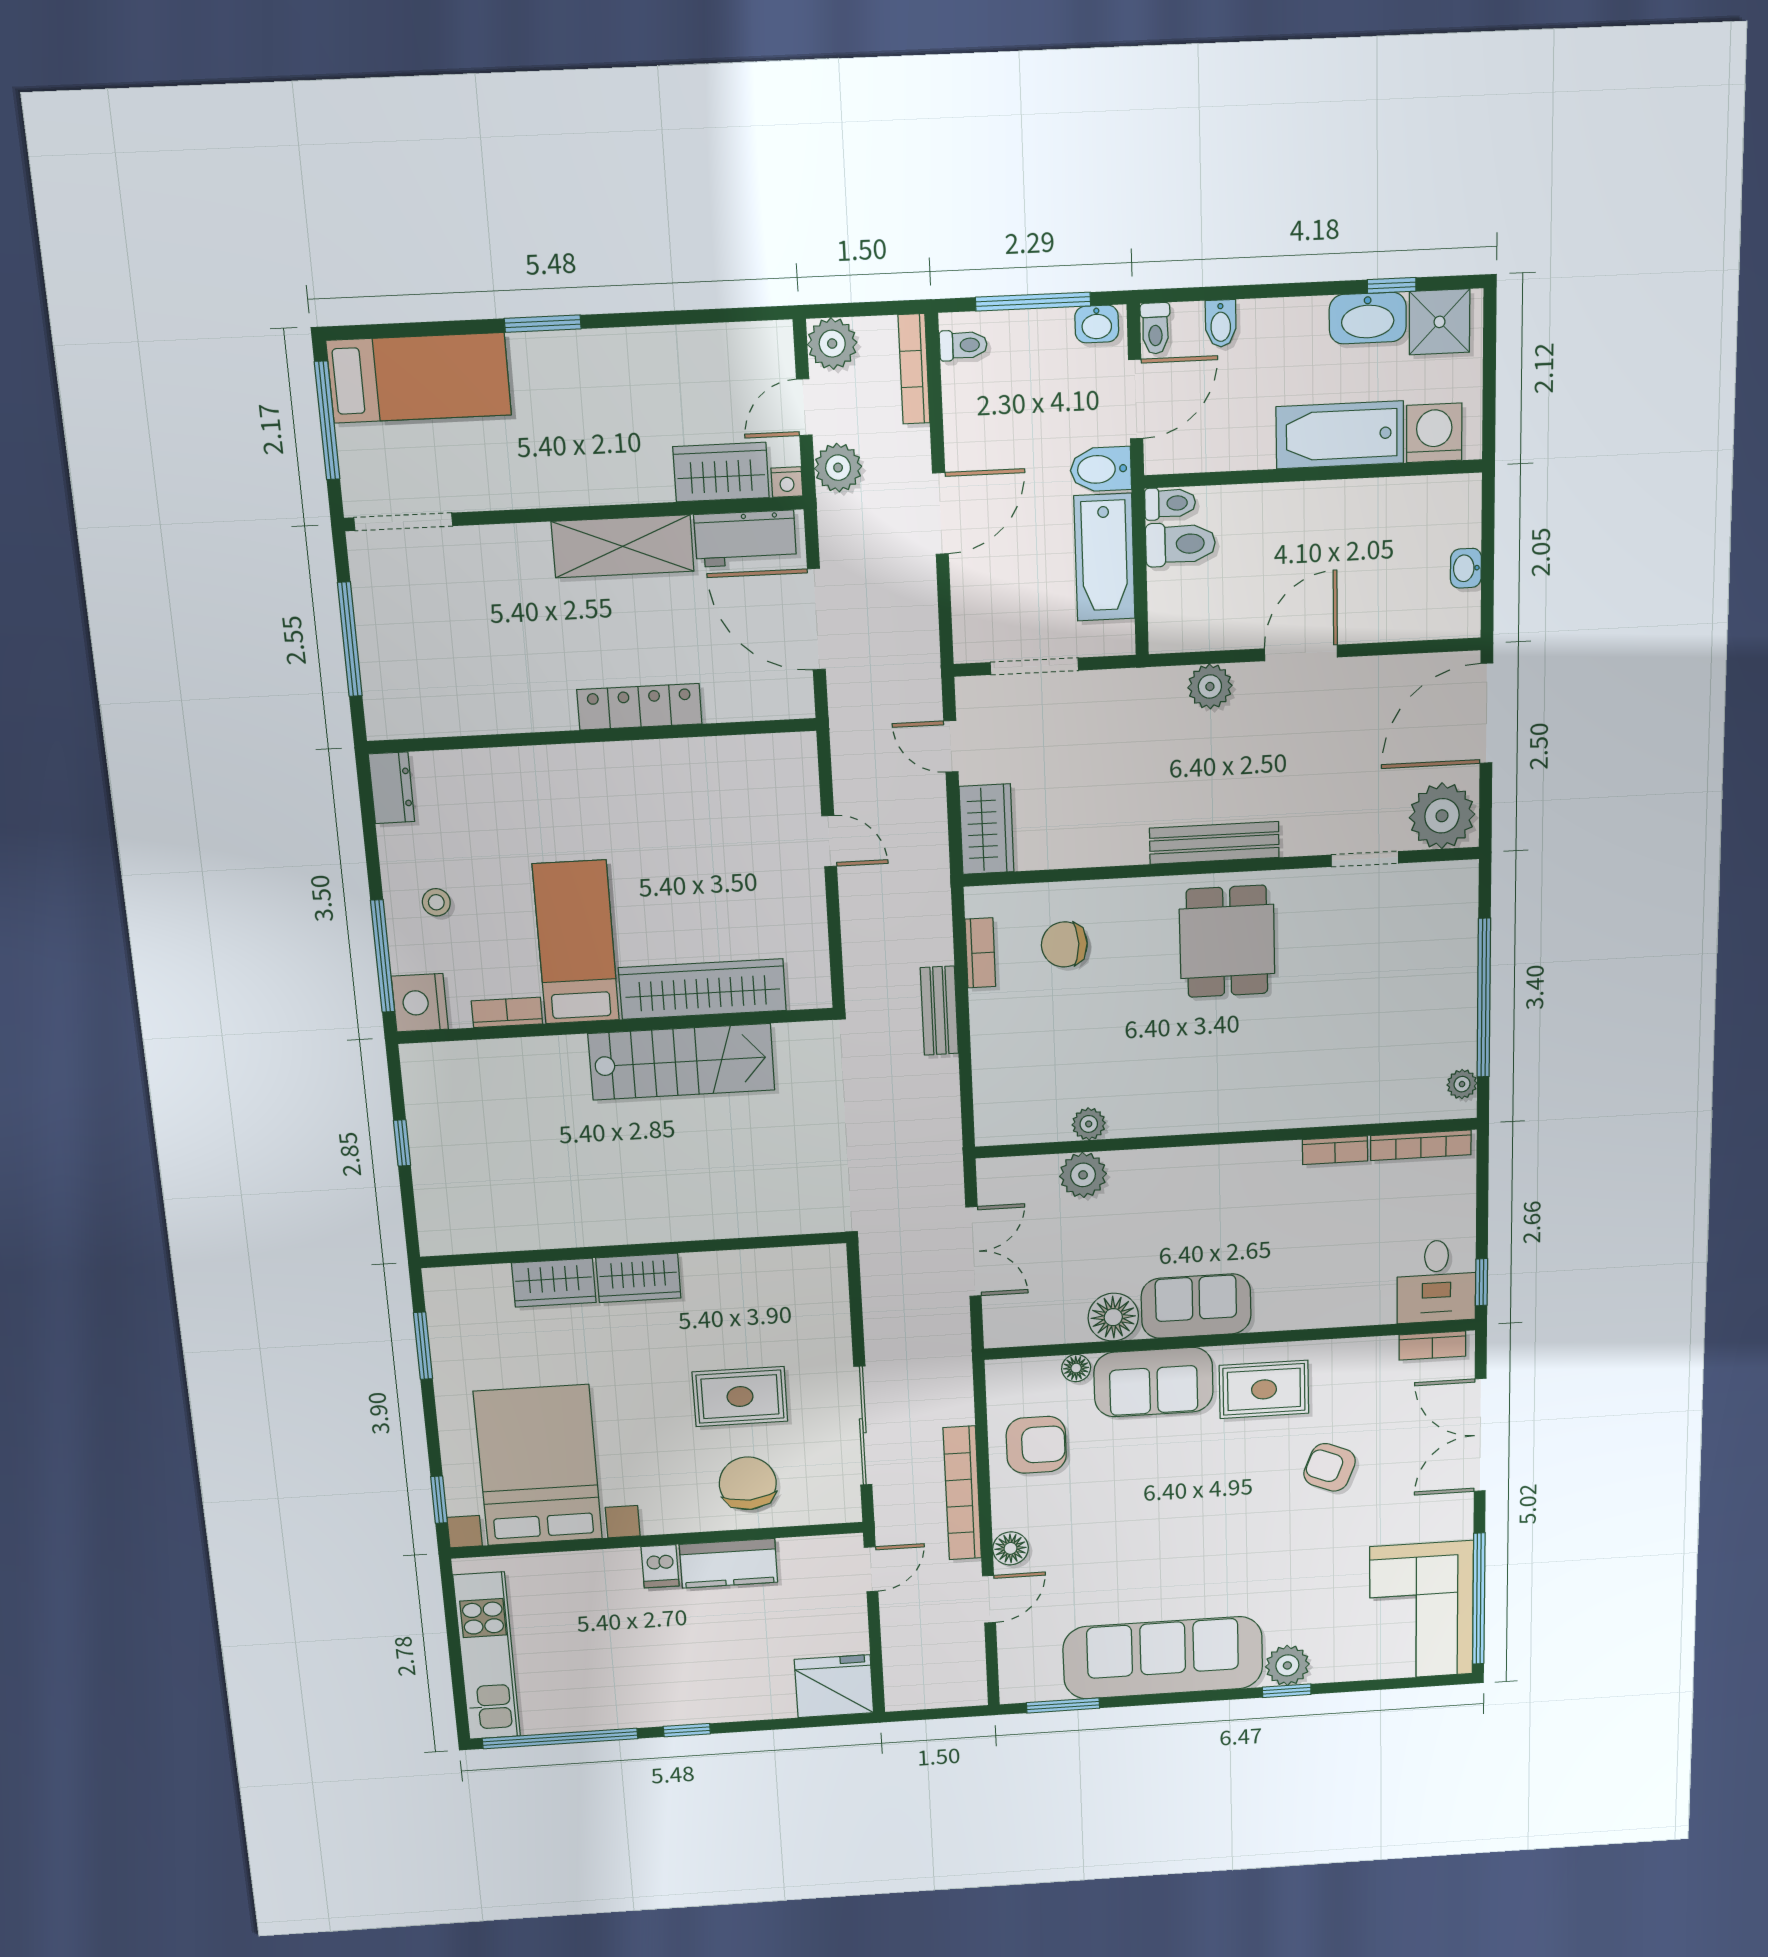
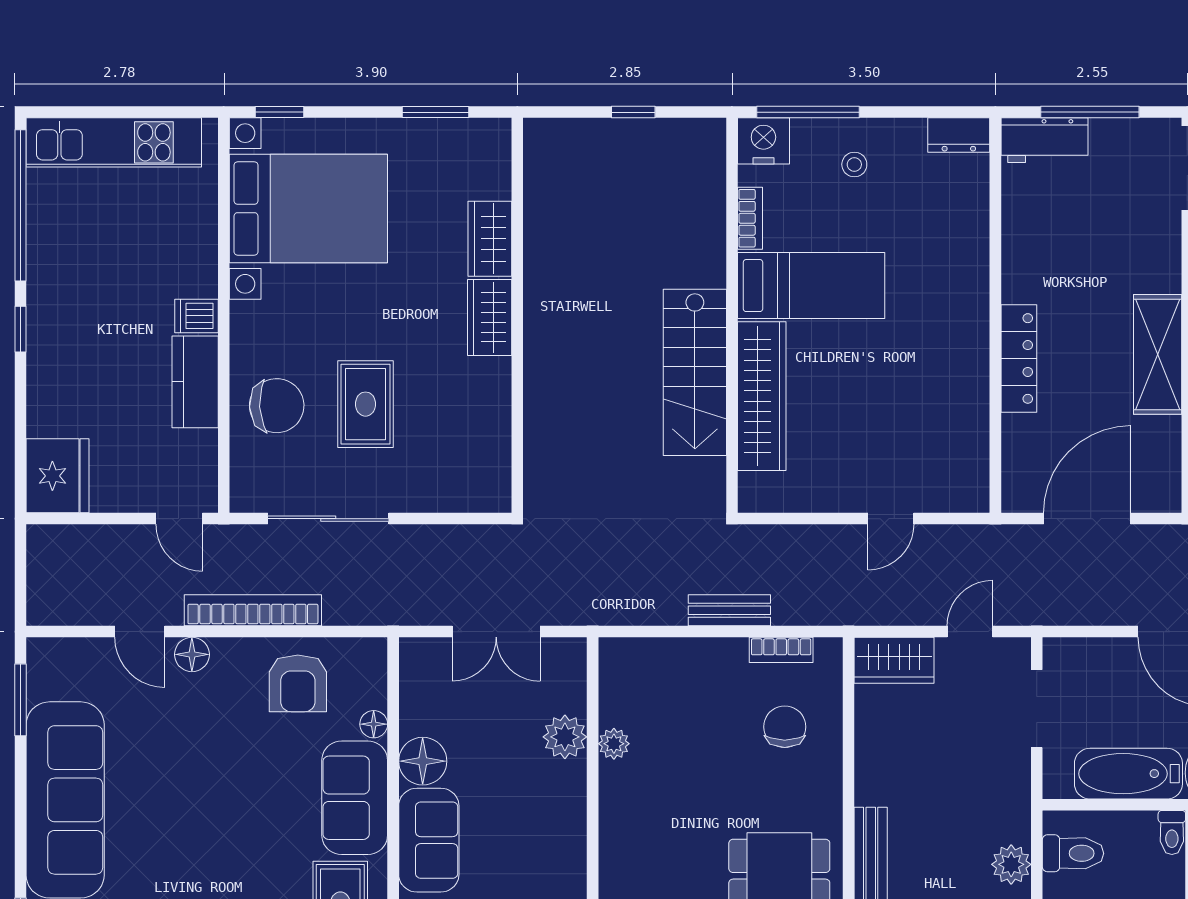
workbench: (745, 539) -> (1044, 140), moved, turned -90
toilet: (1181, 544) -> (1073, 853), moved, turned -90

